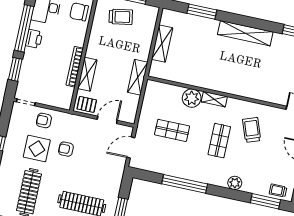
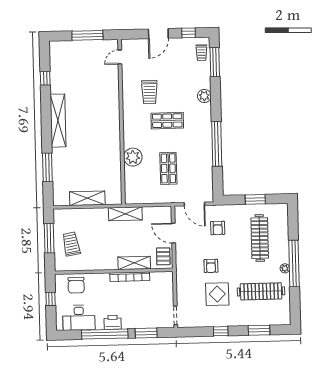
shelving: (214, 99) -> (129, 135), removed
armchair: (44, 120) -> (218, 228), moved
trolley: (252, 130) -> (149, 92), turned -70

